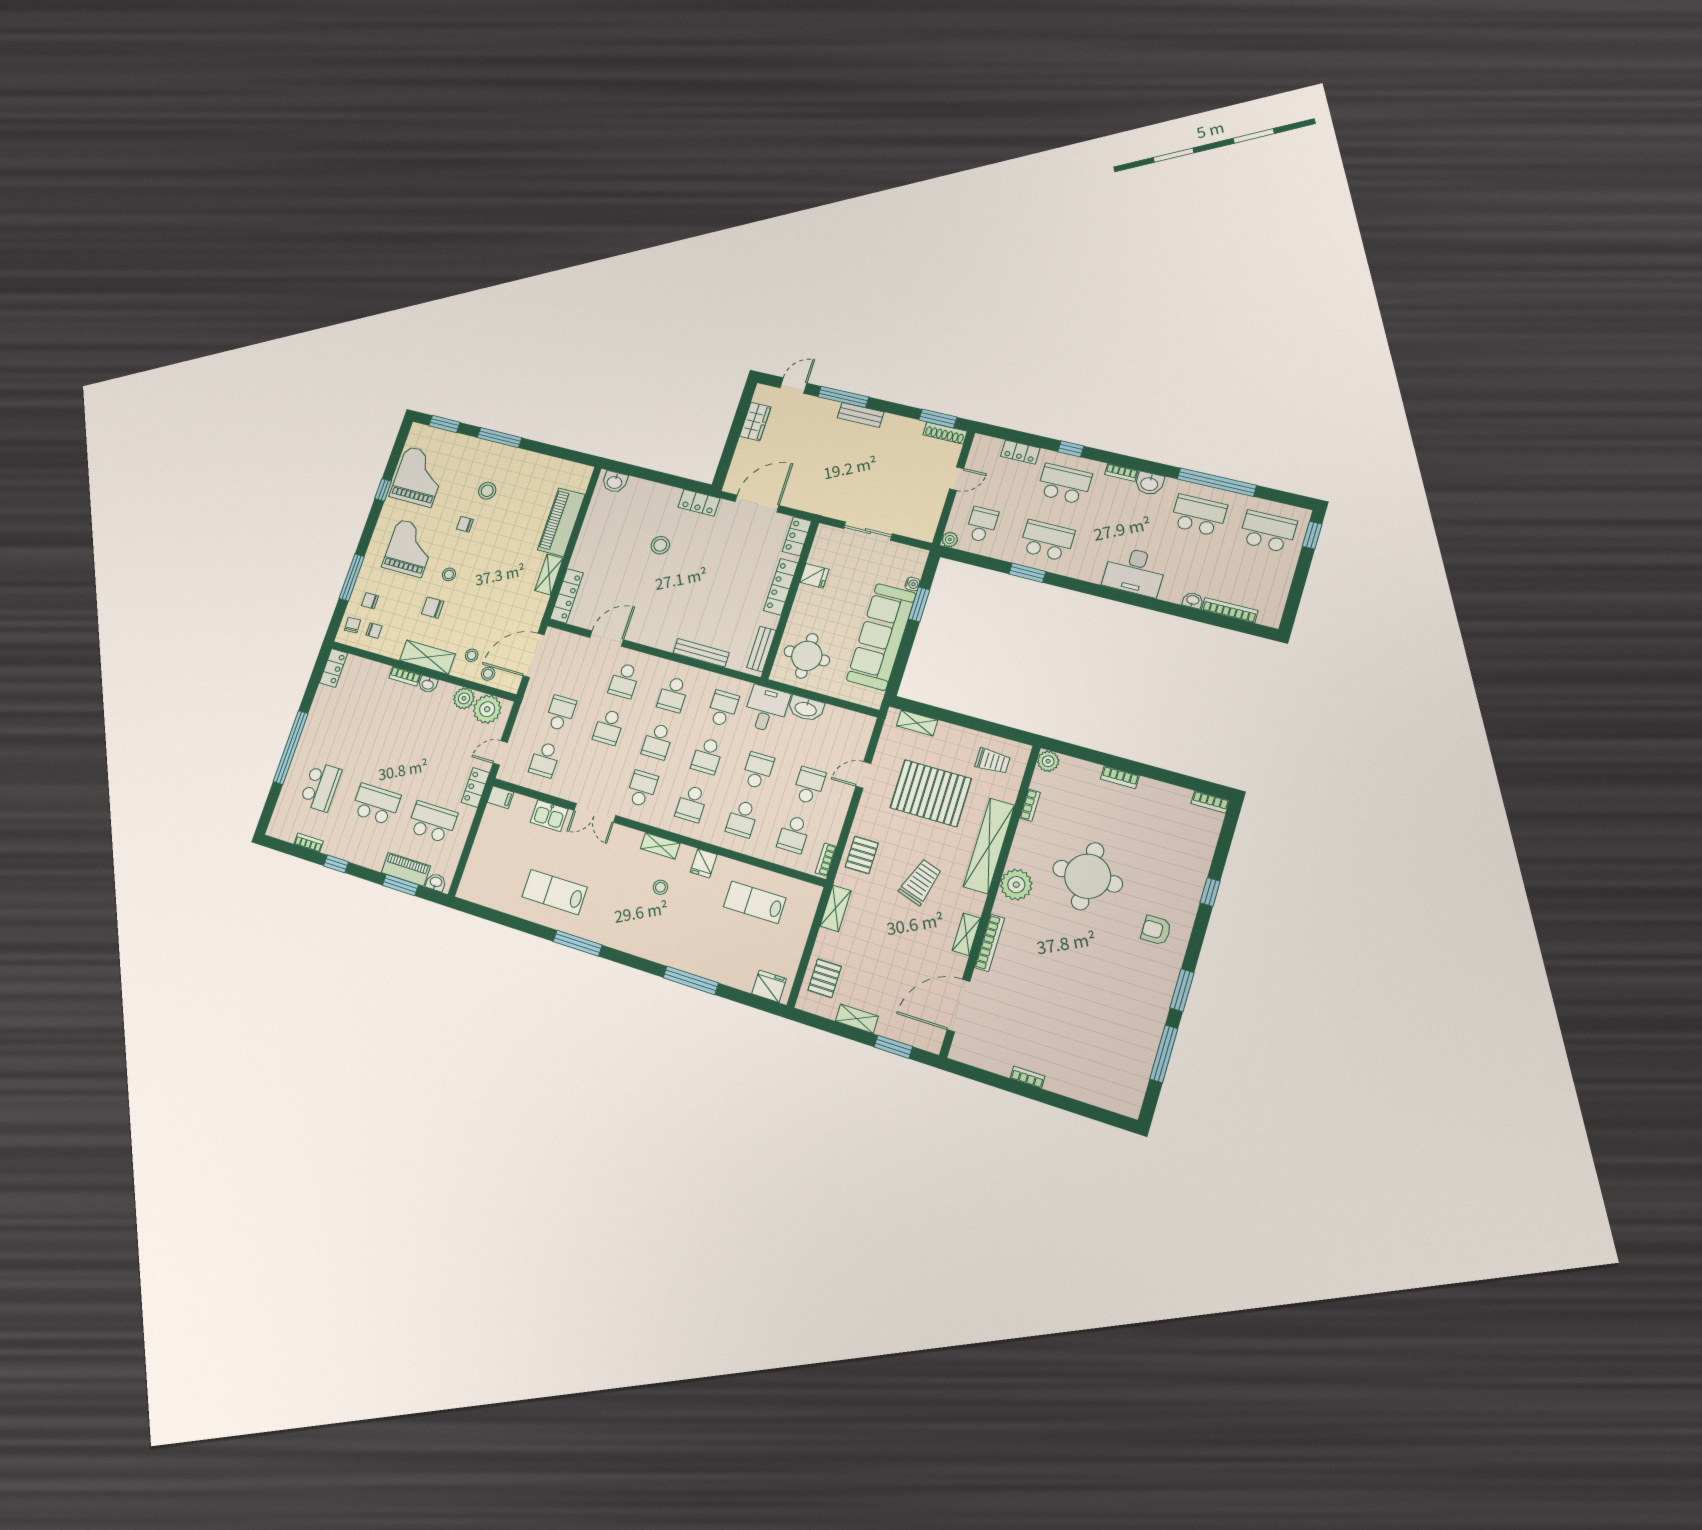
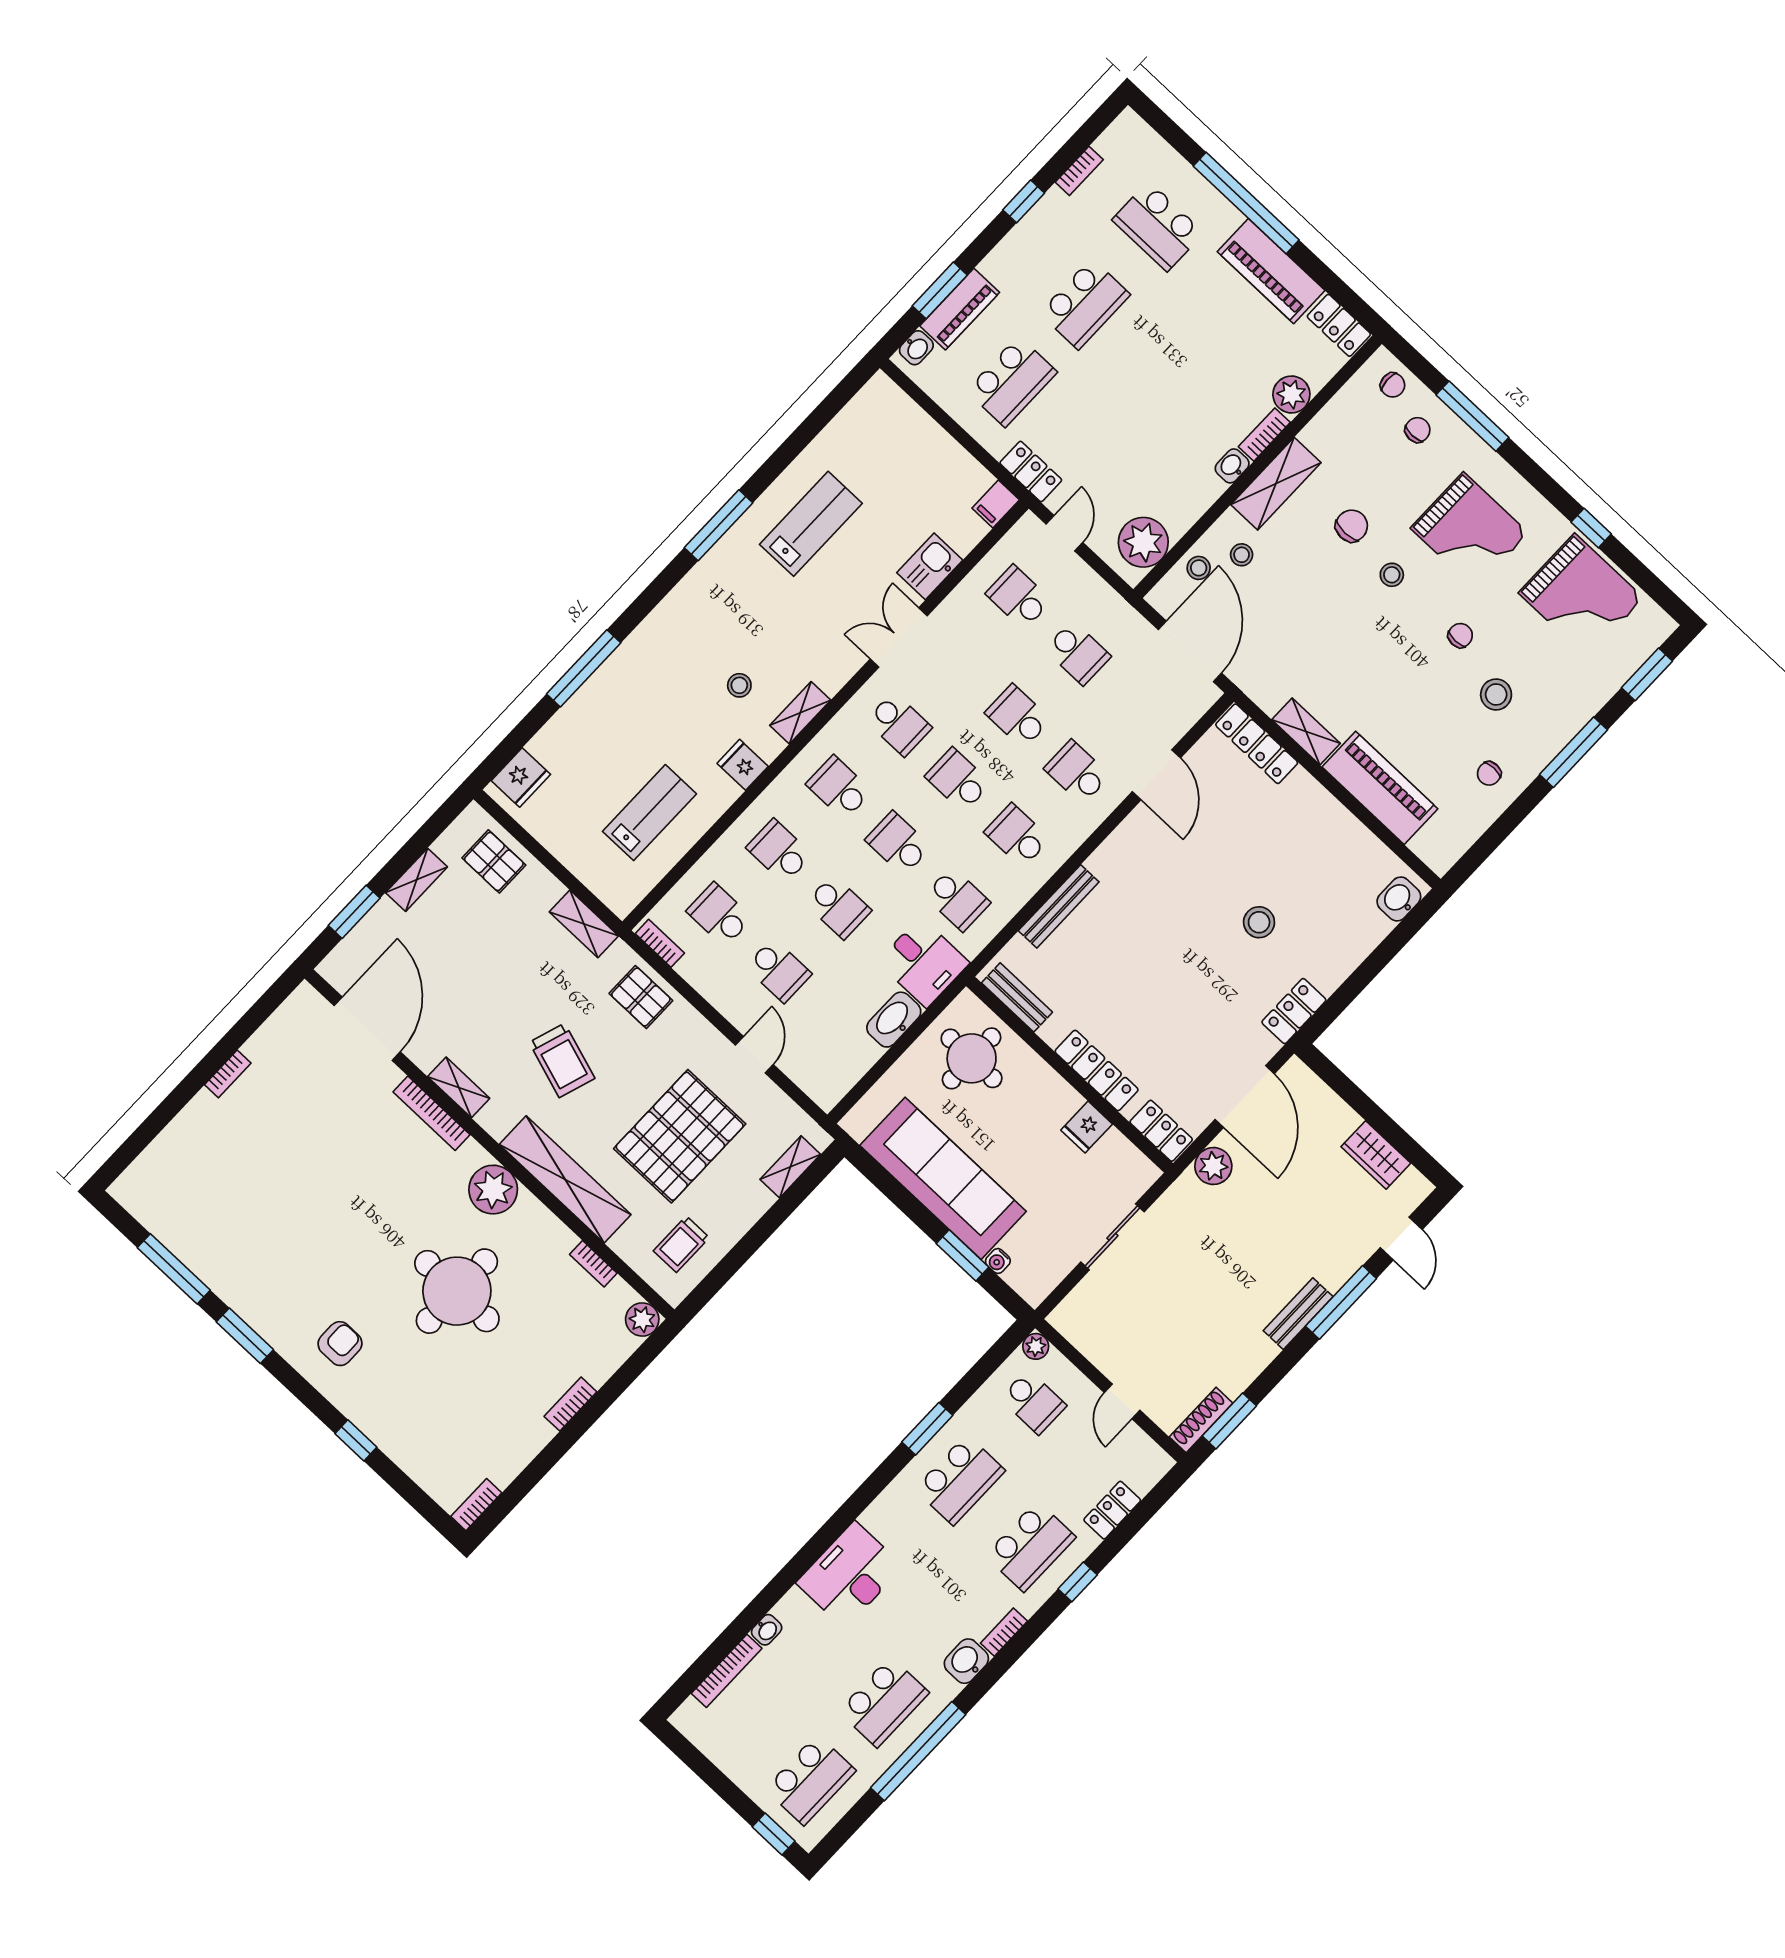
plant: (803, 500) -> (1213, 1166), added
chair: (374, 631) -> (1489, 774), moved
plant: (464, 698) -> (1291, 394), moved
piano: (320, 717) -> (1271, 271), added

